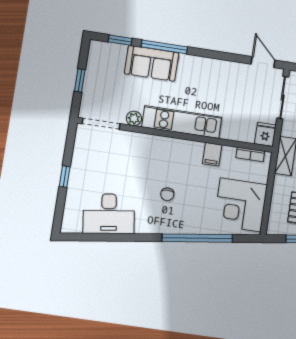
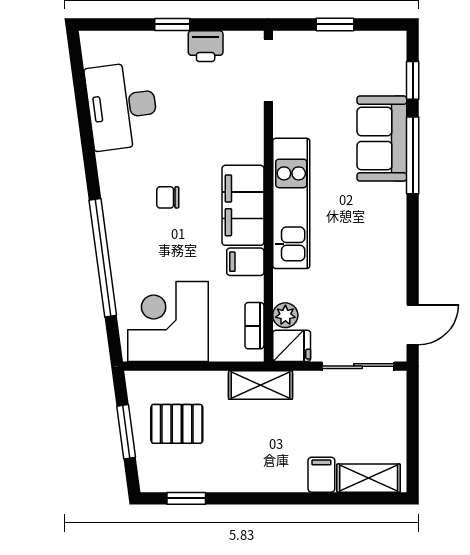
plant: (134, 118) -> (285, 315), moved
filing cabinet: (179, 151) -> (243, 205), added
printer: (81, 159) -> (206, 46), added

